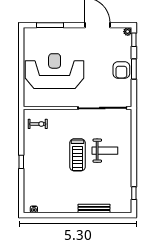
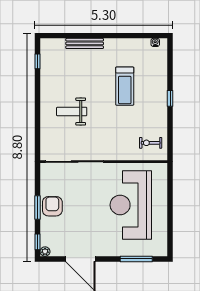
reception desk: (55, 71) -> (131, 205), turned 90
treadmill: (77, 155) -> (125, 86), moved, turned 180

